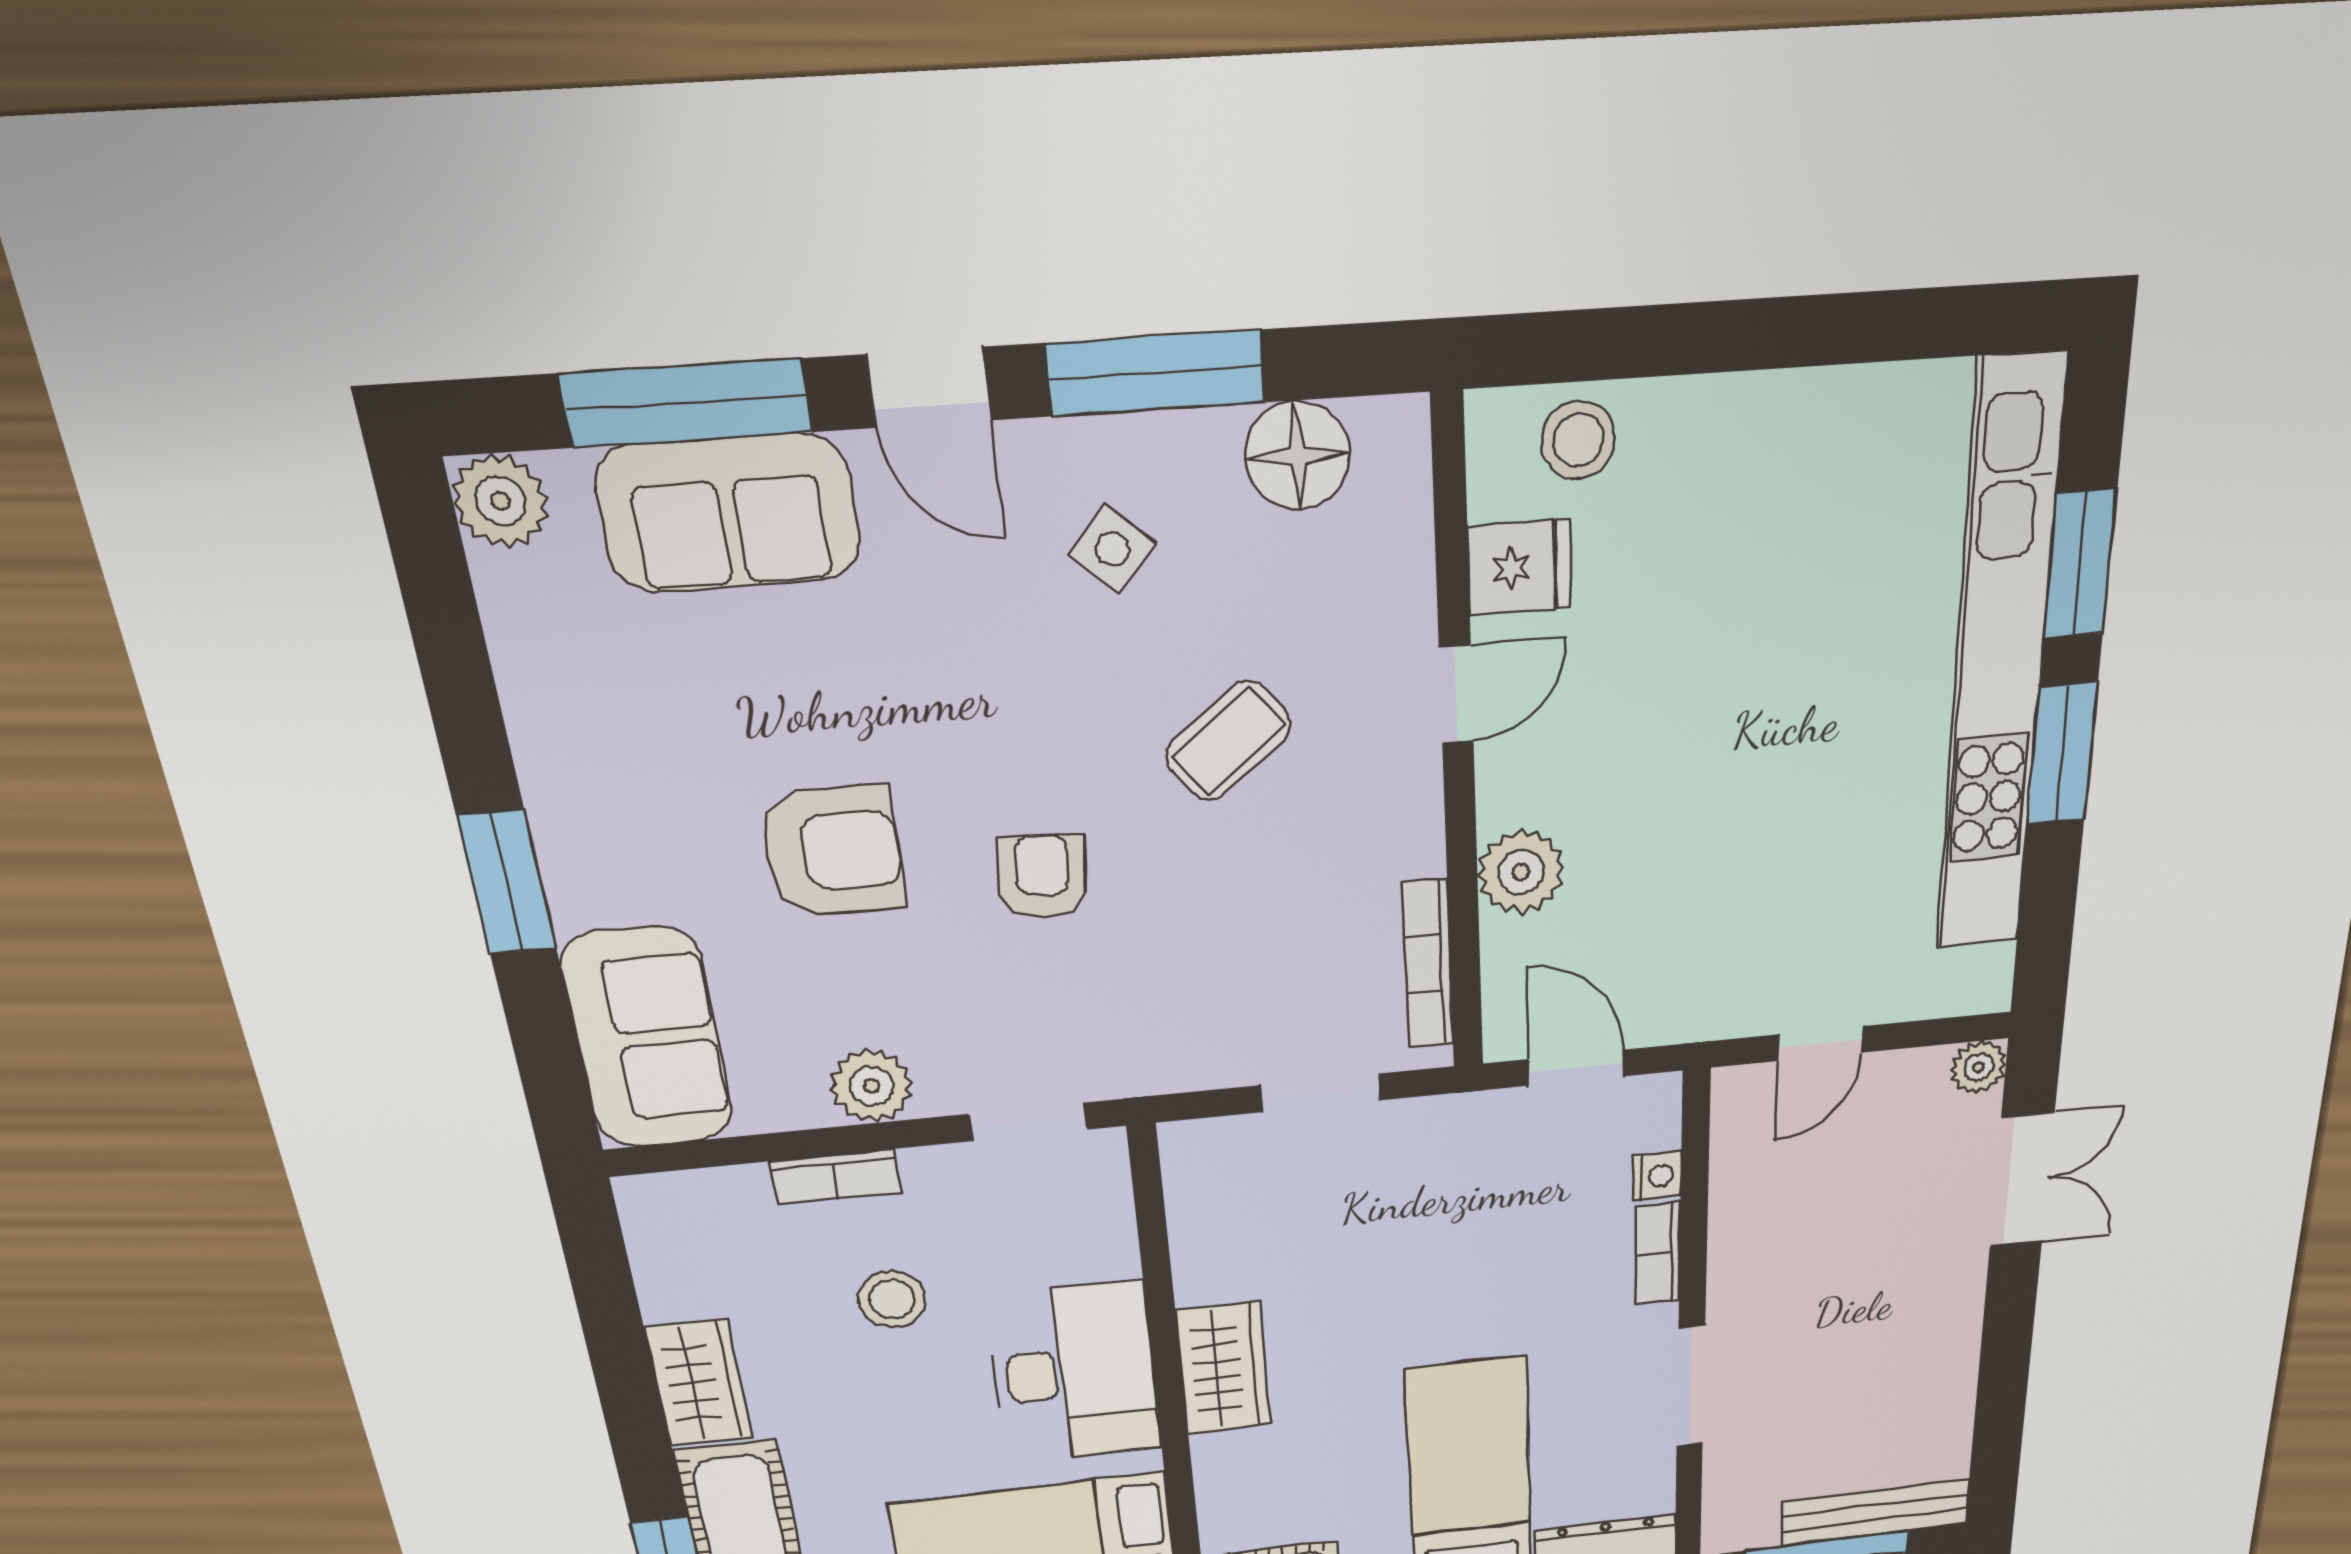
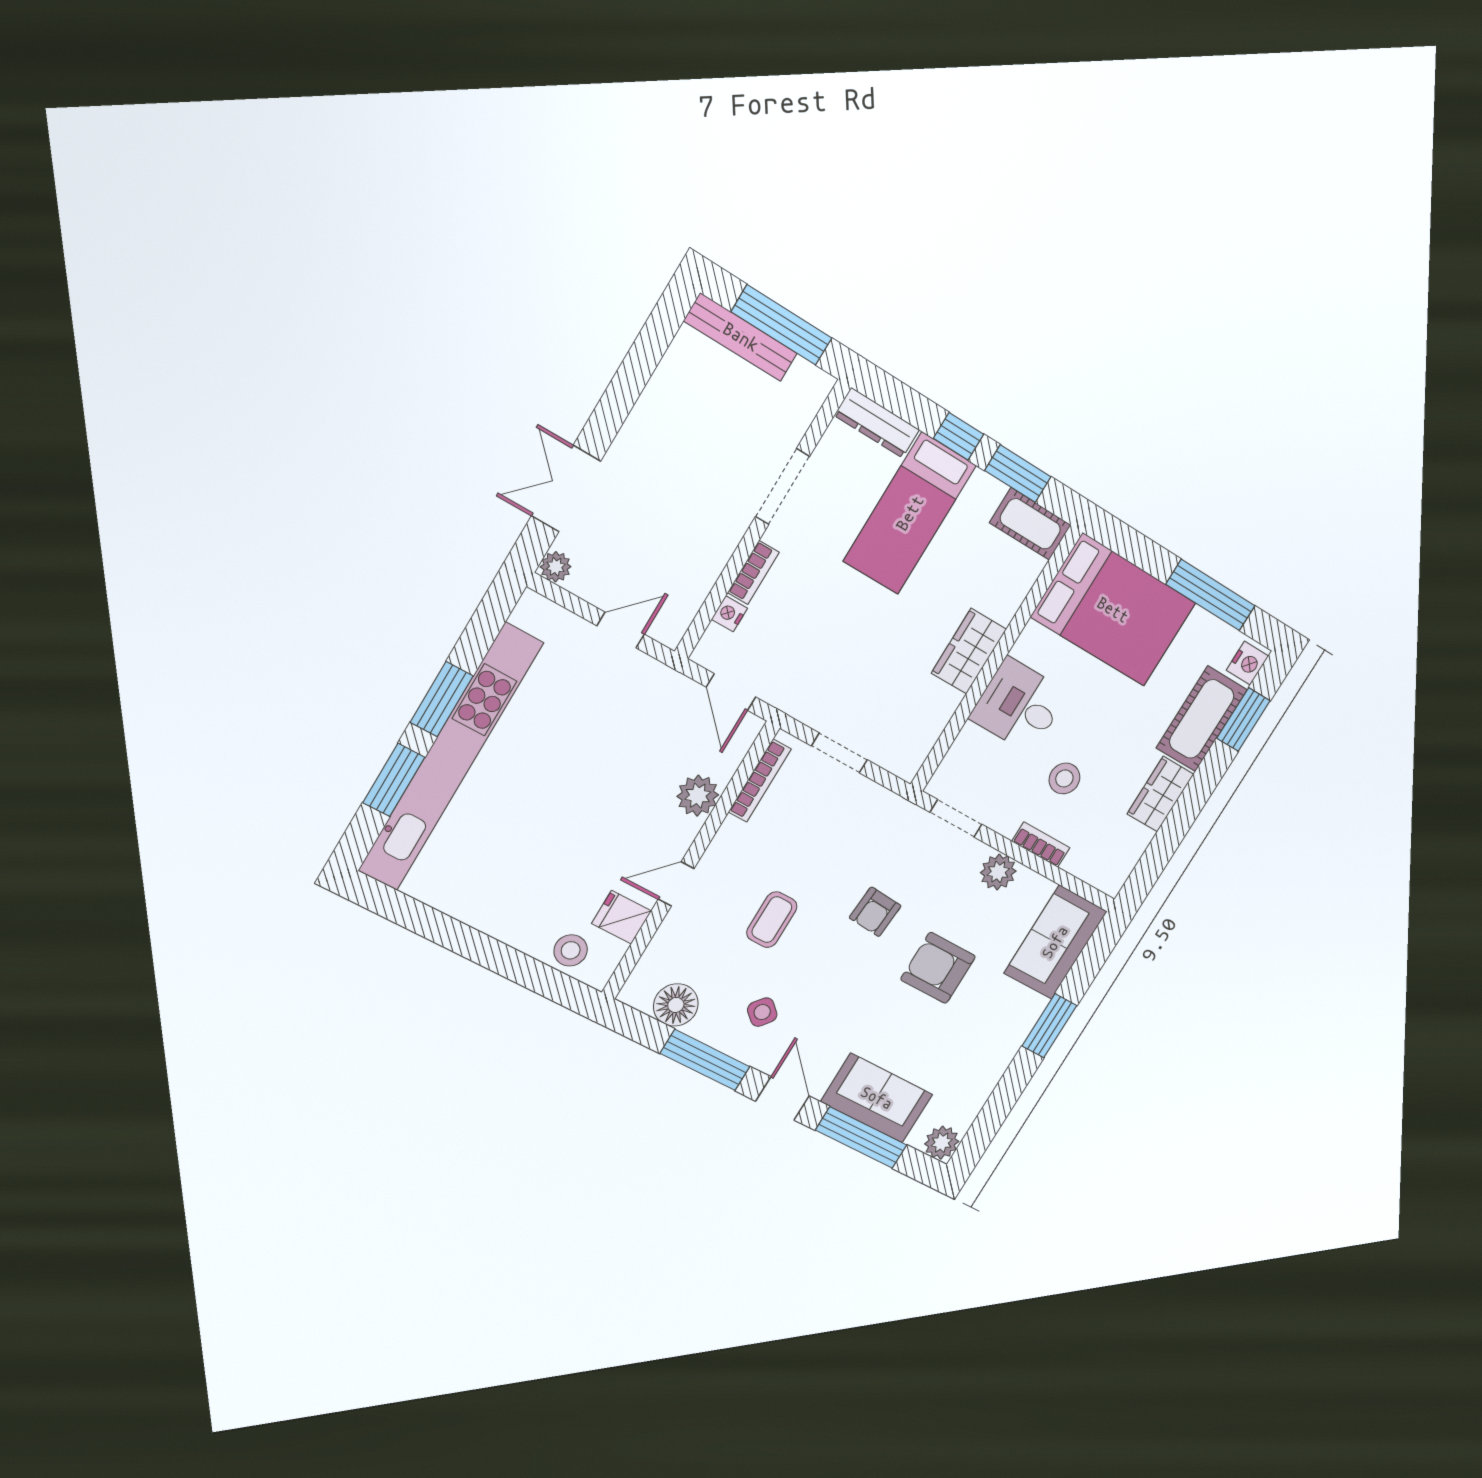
coffee table: (1228, 741) -> (772, 920), turned -52
desk: (1075, 1373) -> (1019, 705), width x0.73

